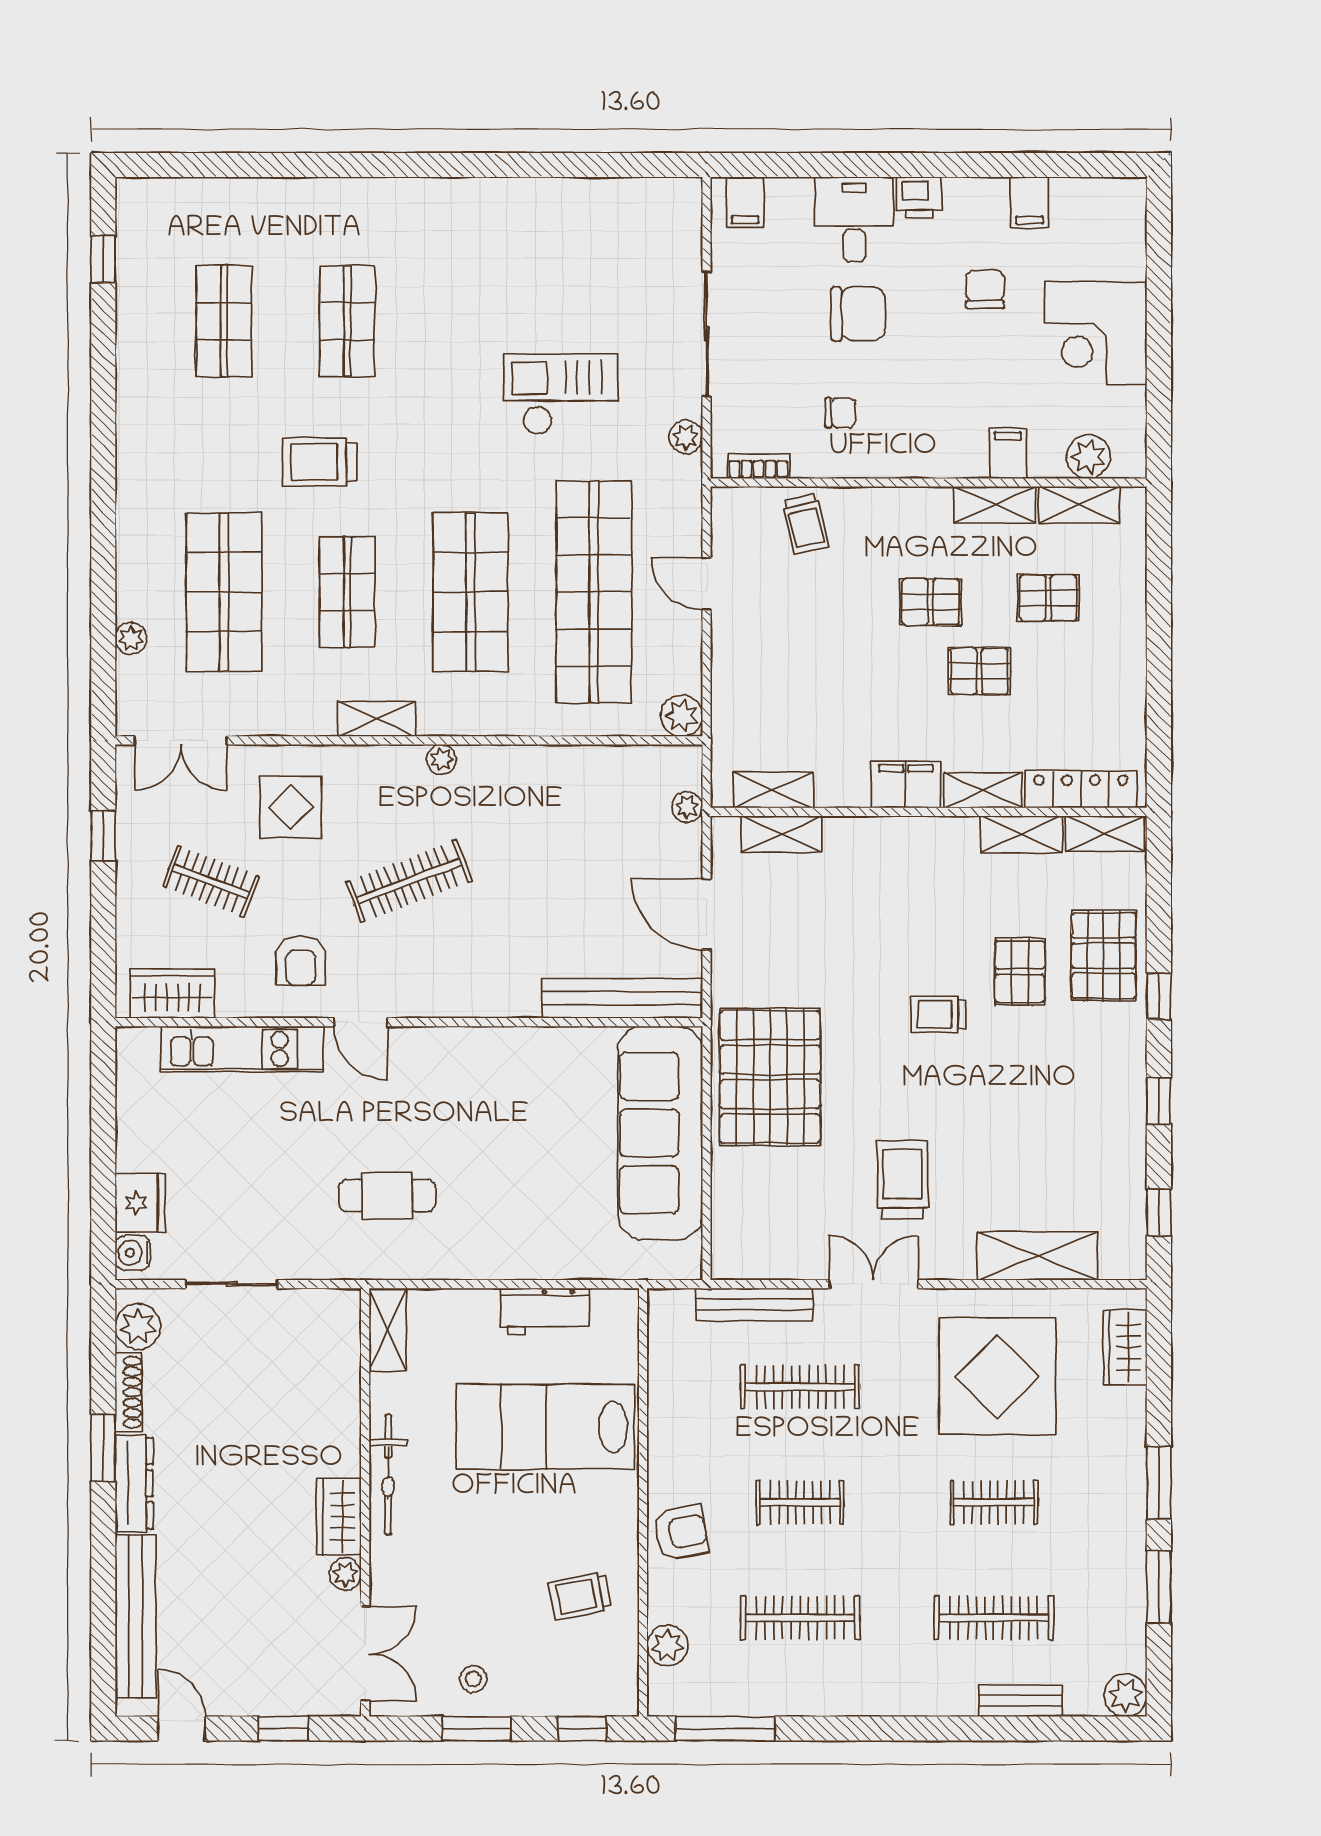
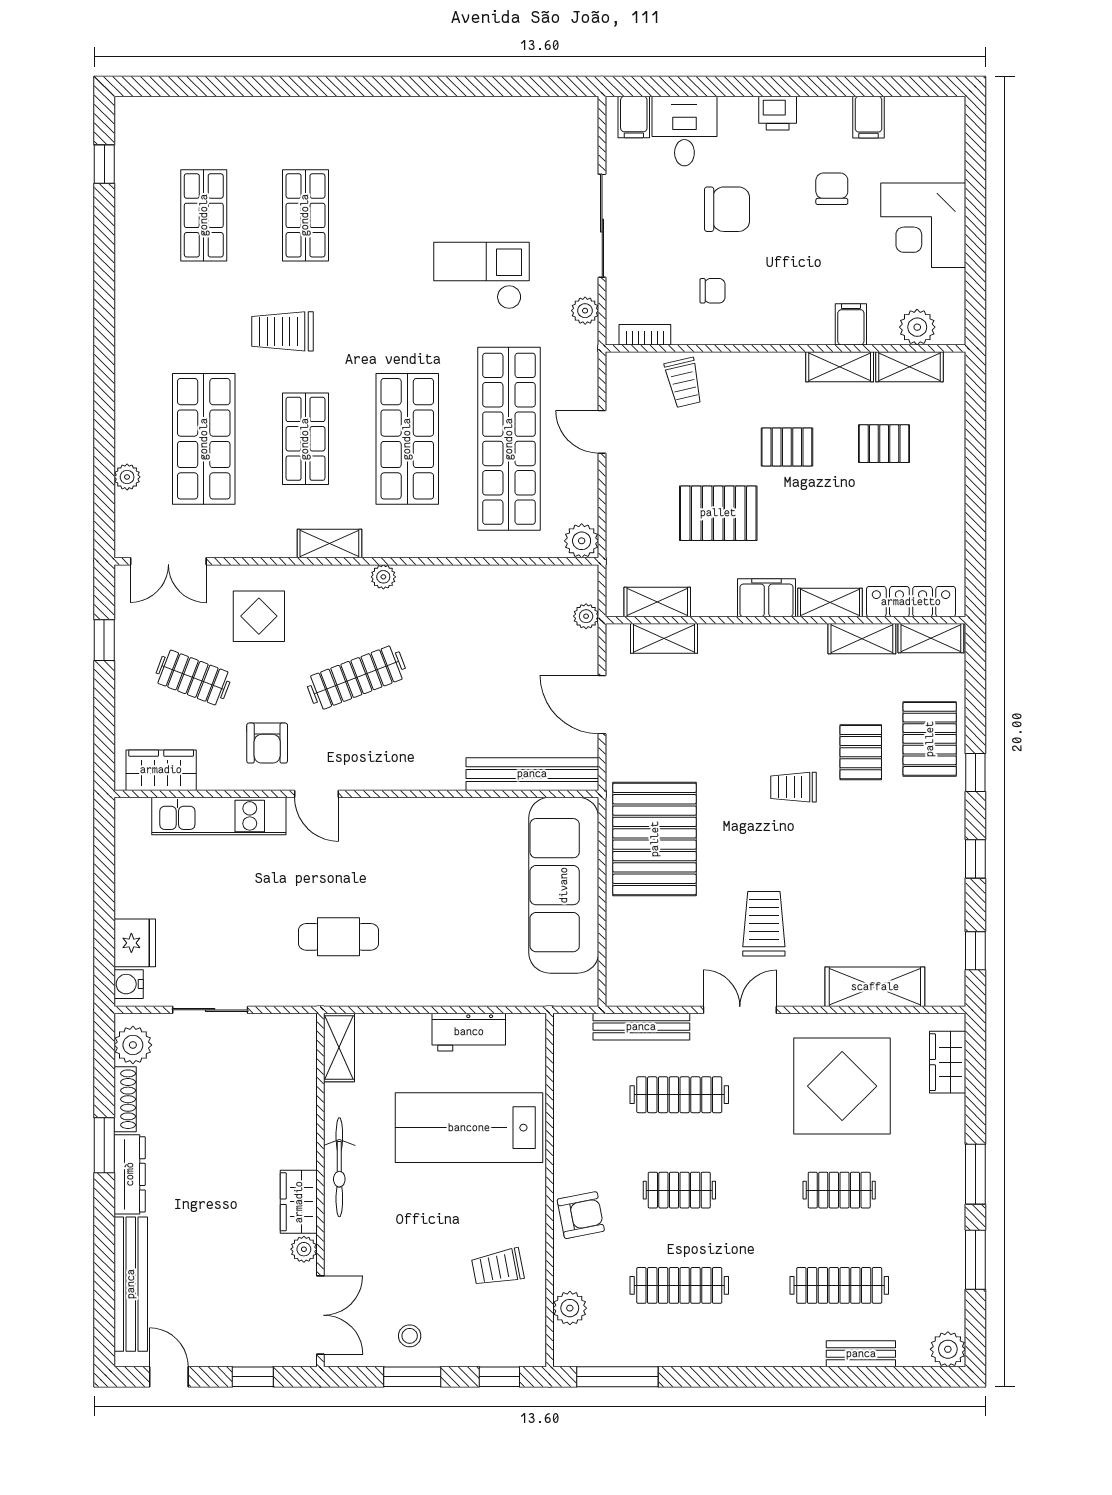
desk: (854, 219) -> (684, 131), moved
pallet: (979, 671) -> (718, 513), moved, width x1.50, depth x1.42

